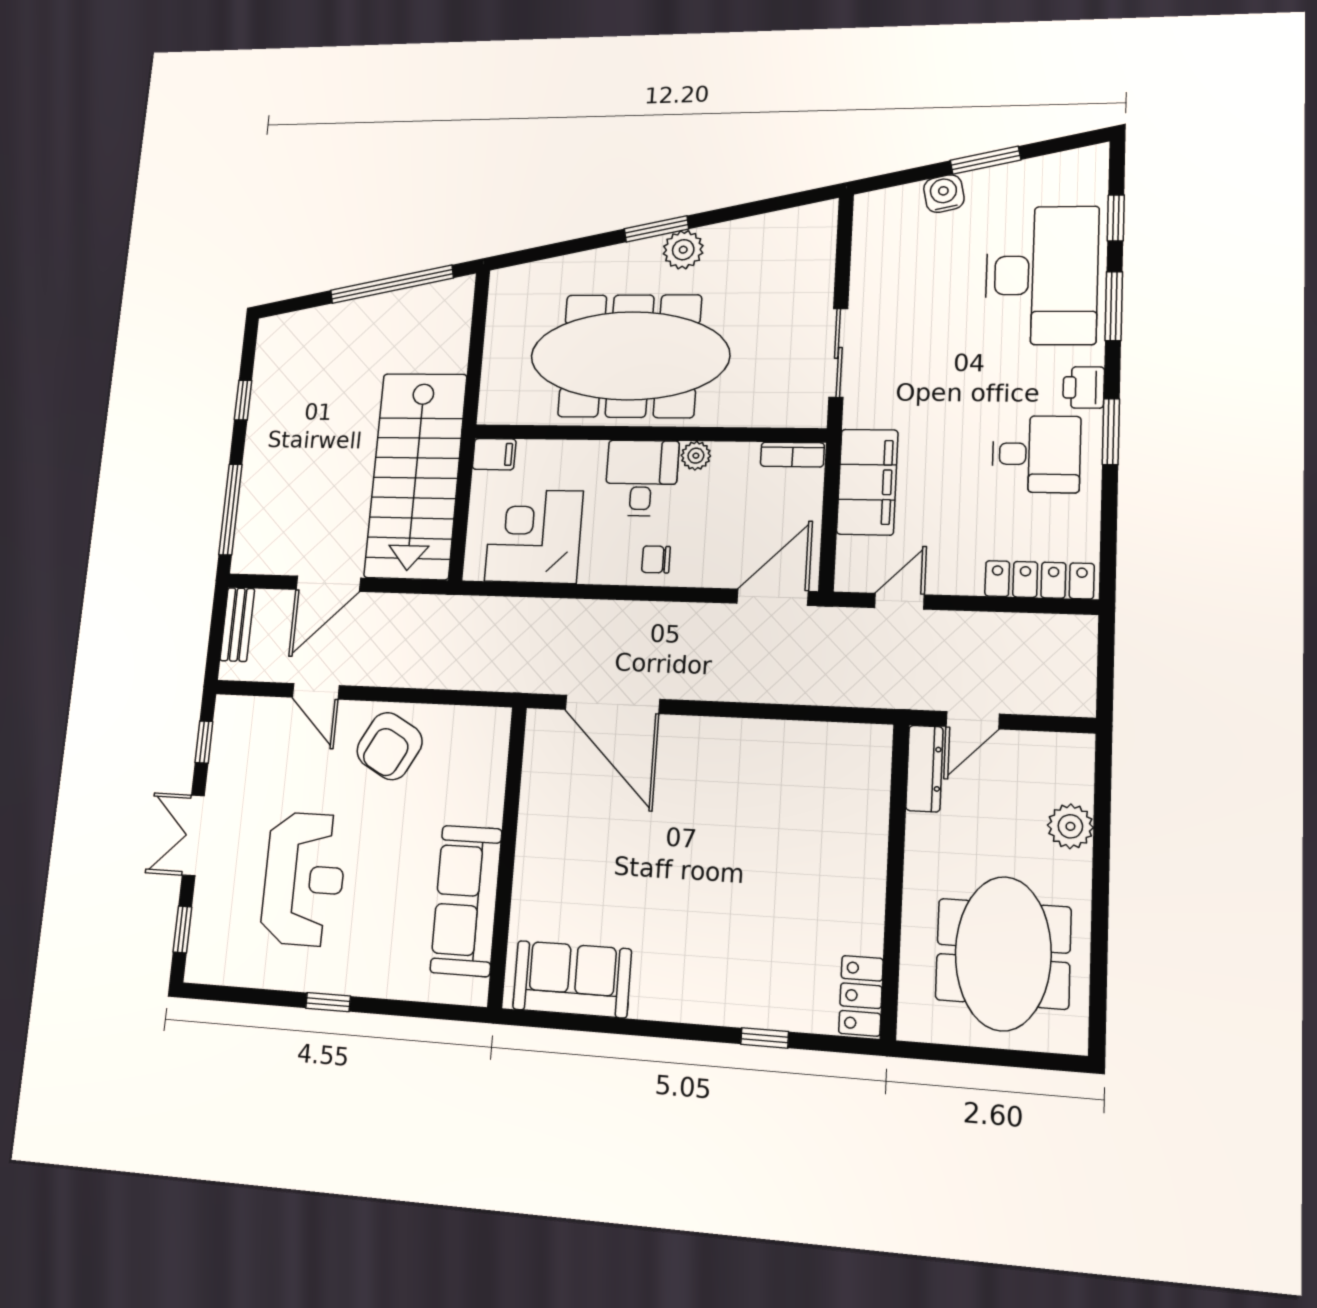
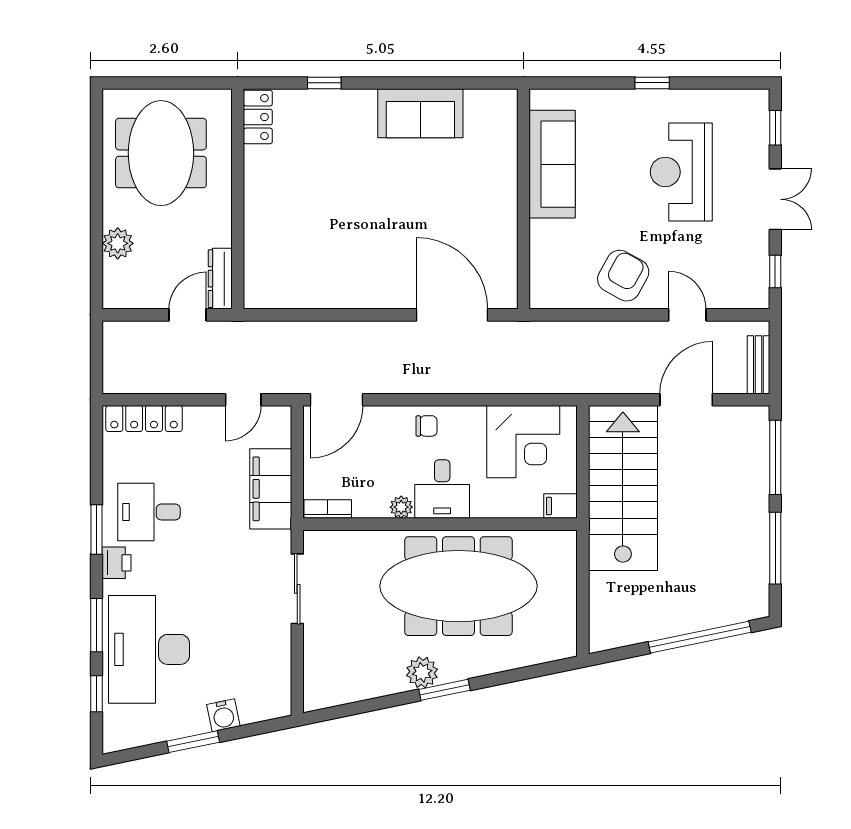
window: (392, 284) -> (700, 637), moved
window: (243, 400) -> (775, 548), width x2.17
sofa: (572, 979) -> (420, 113), moved

